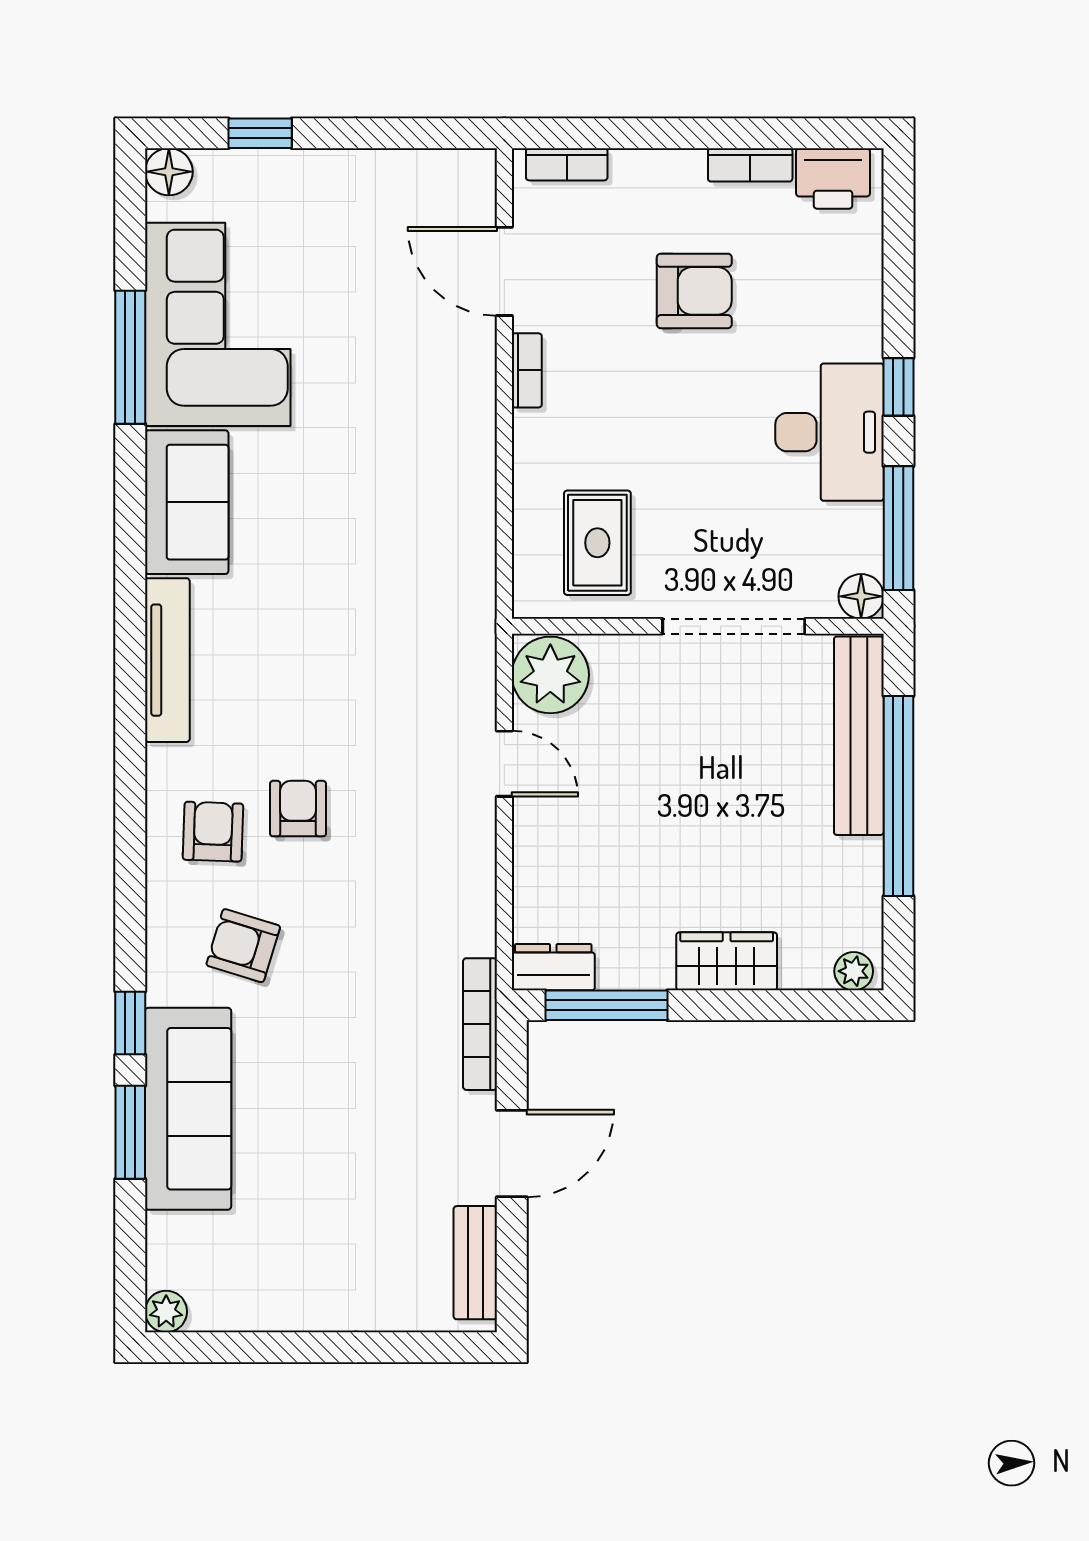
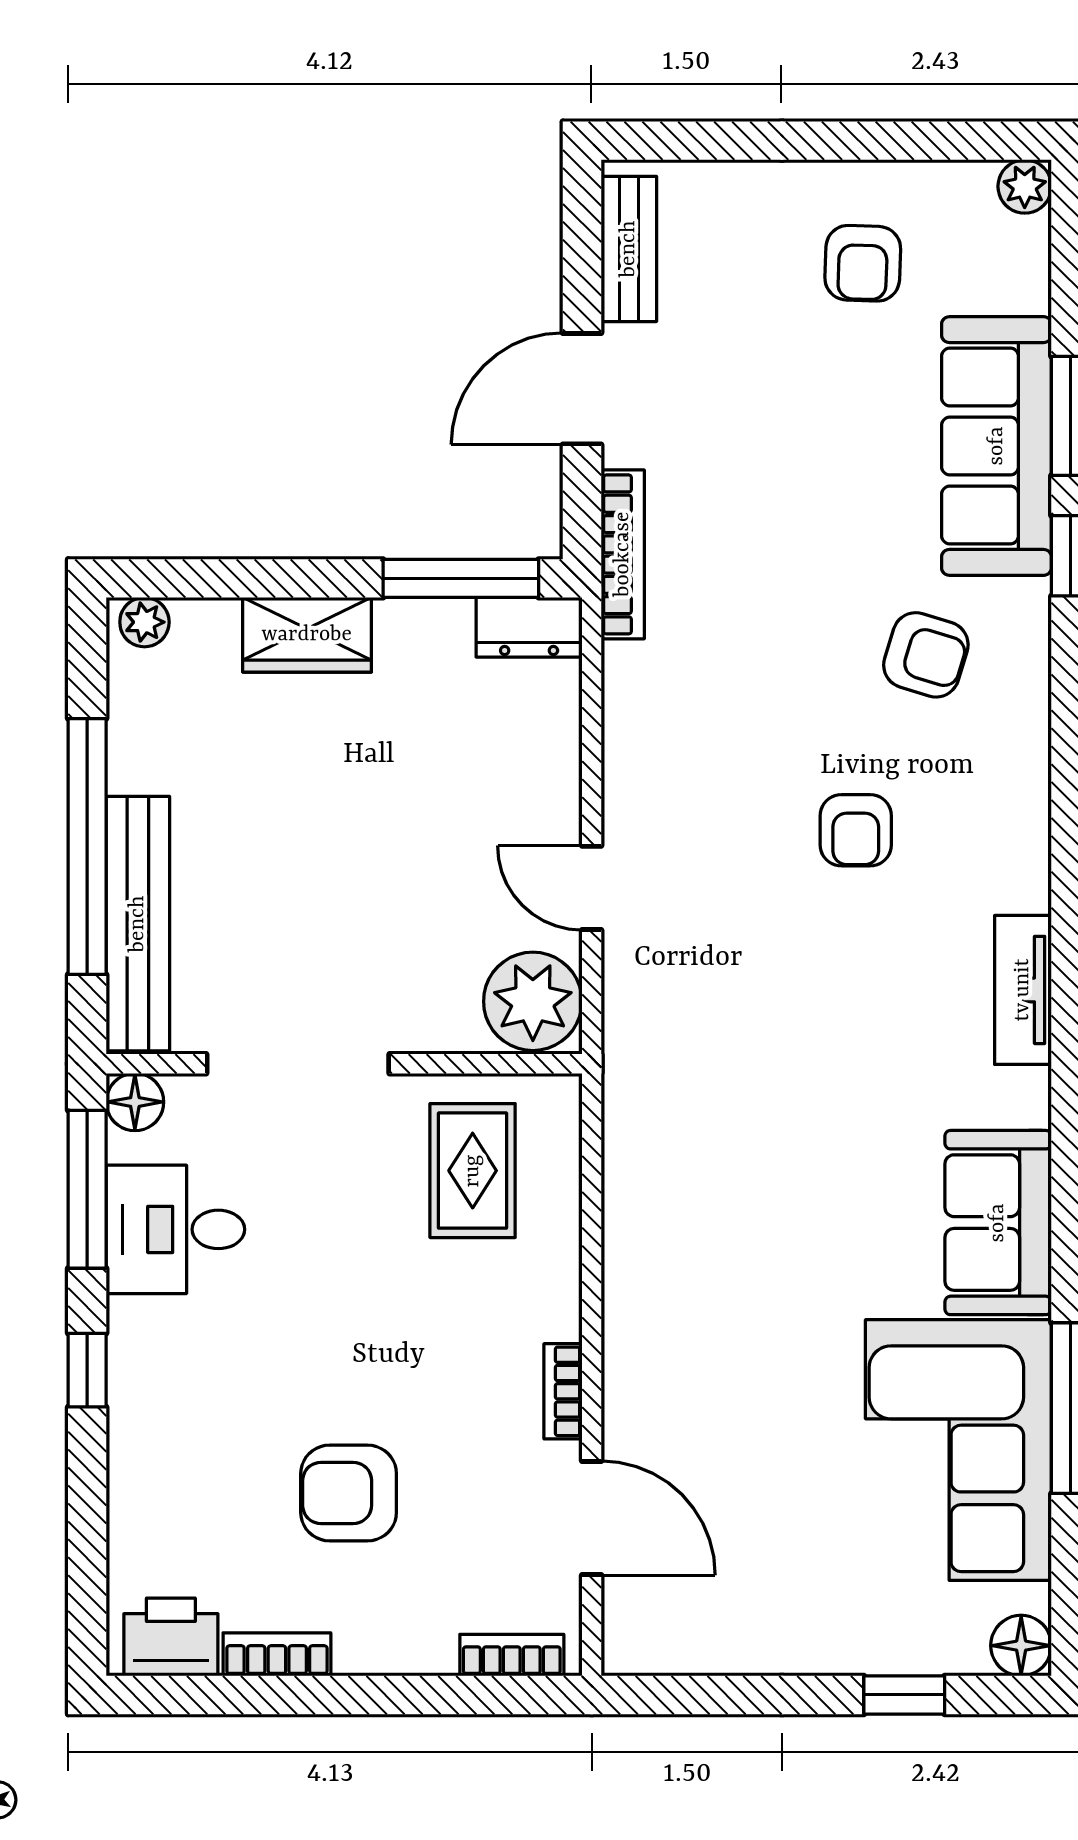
desk: (829, 432) -> (175, 1229), moved, width x0.73
tv unit: (167, 660) -> (1023, 990), width x0.71
armchair: (213, 832) -> (863, 263), moved

